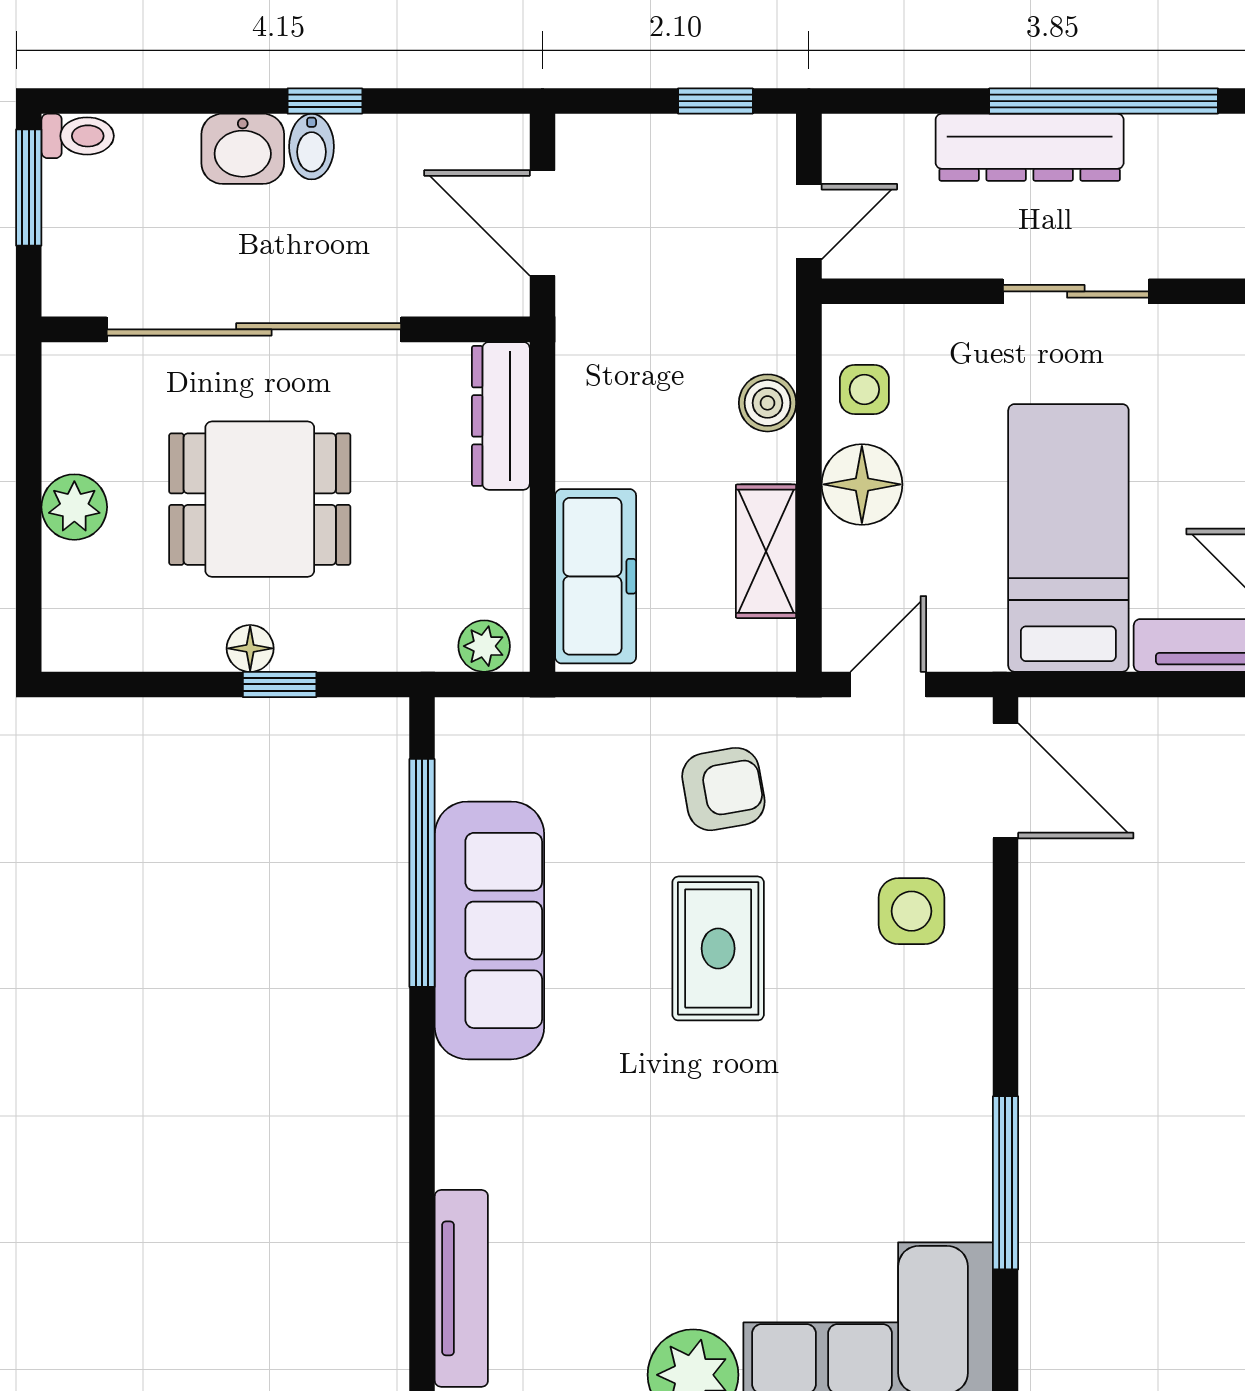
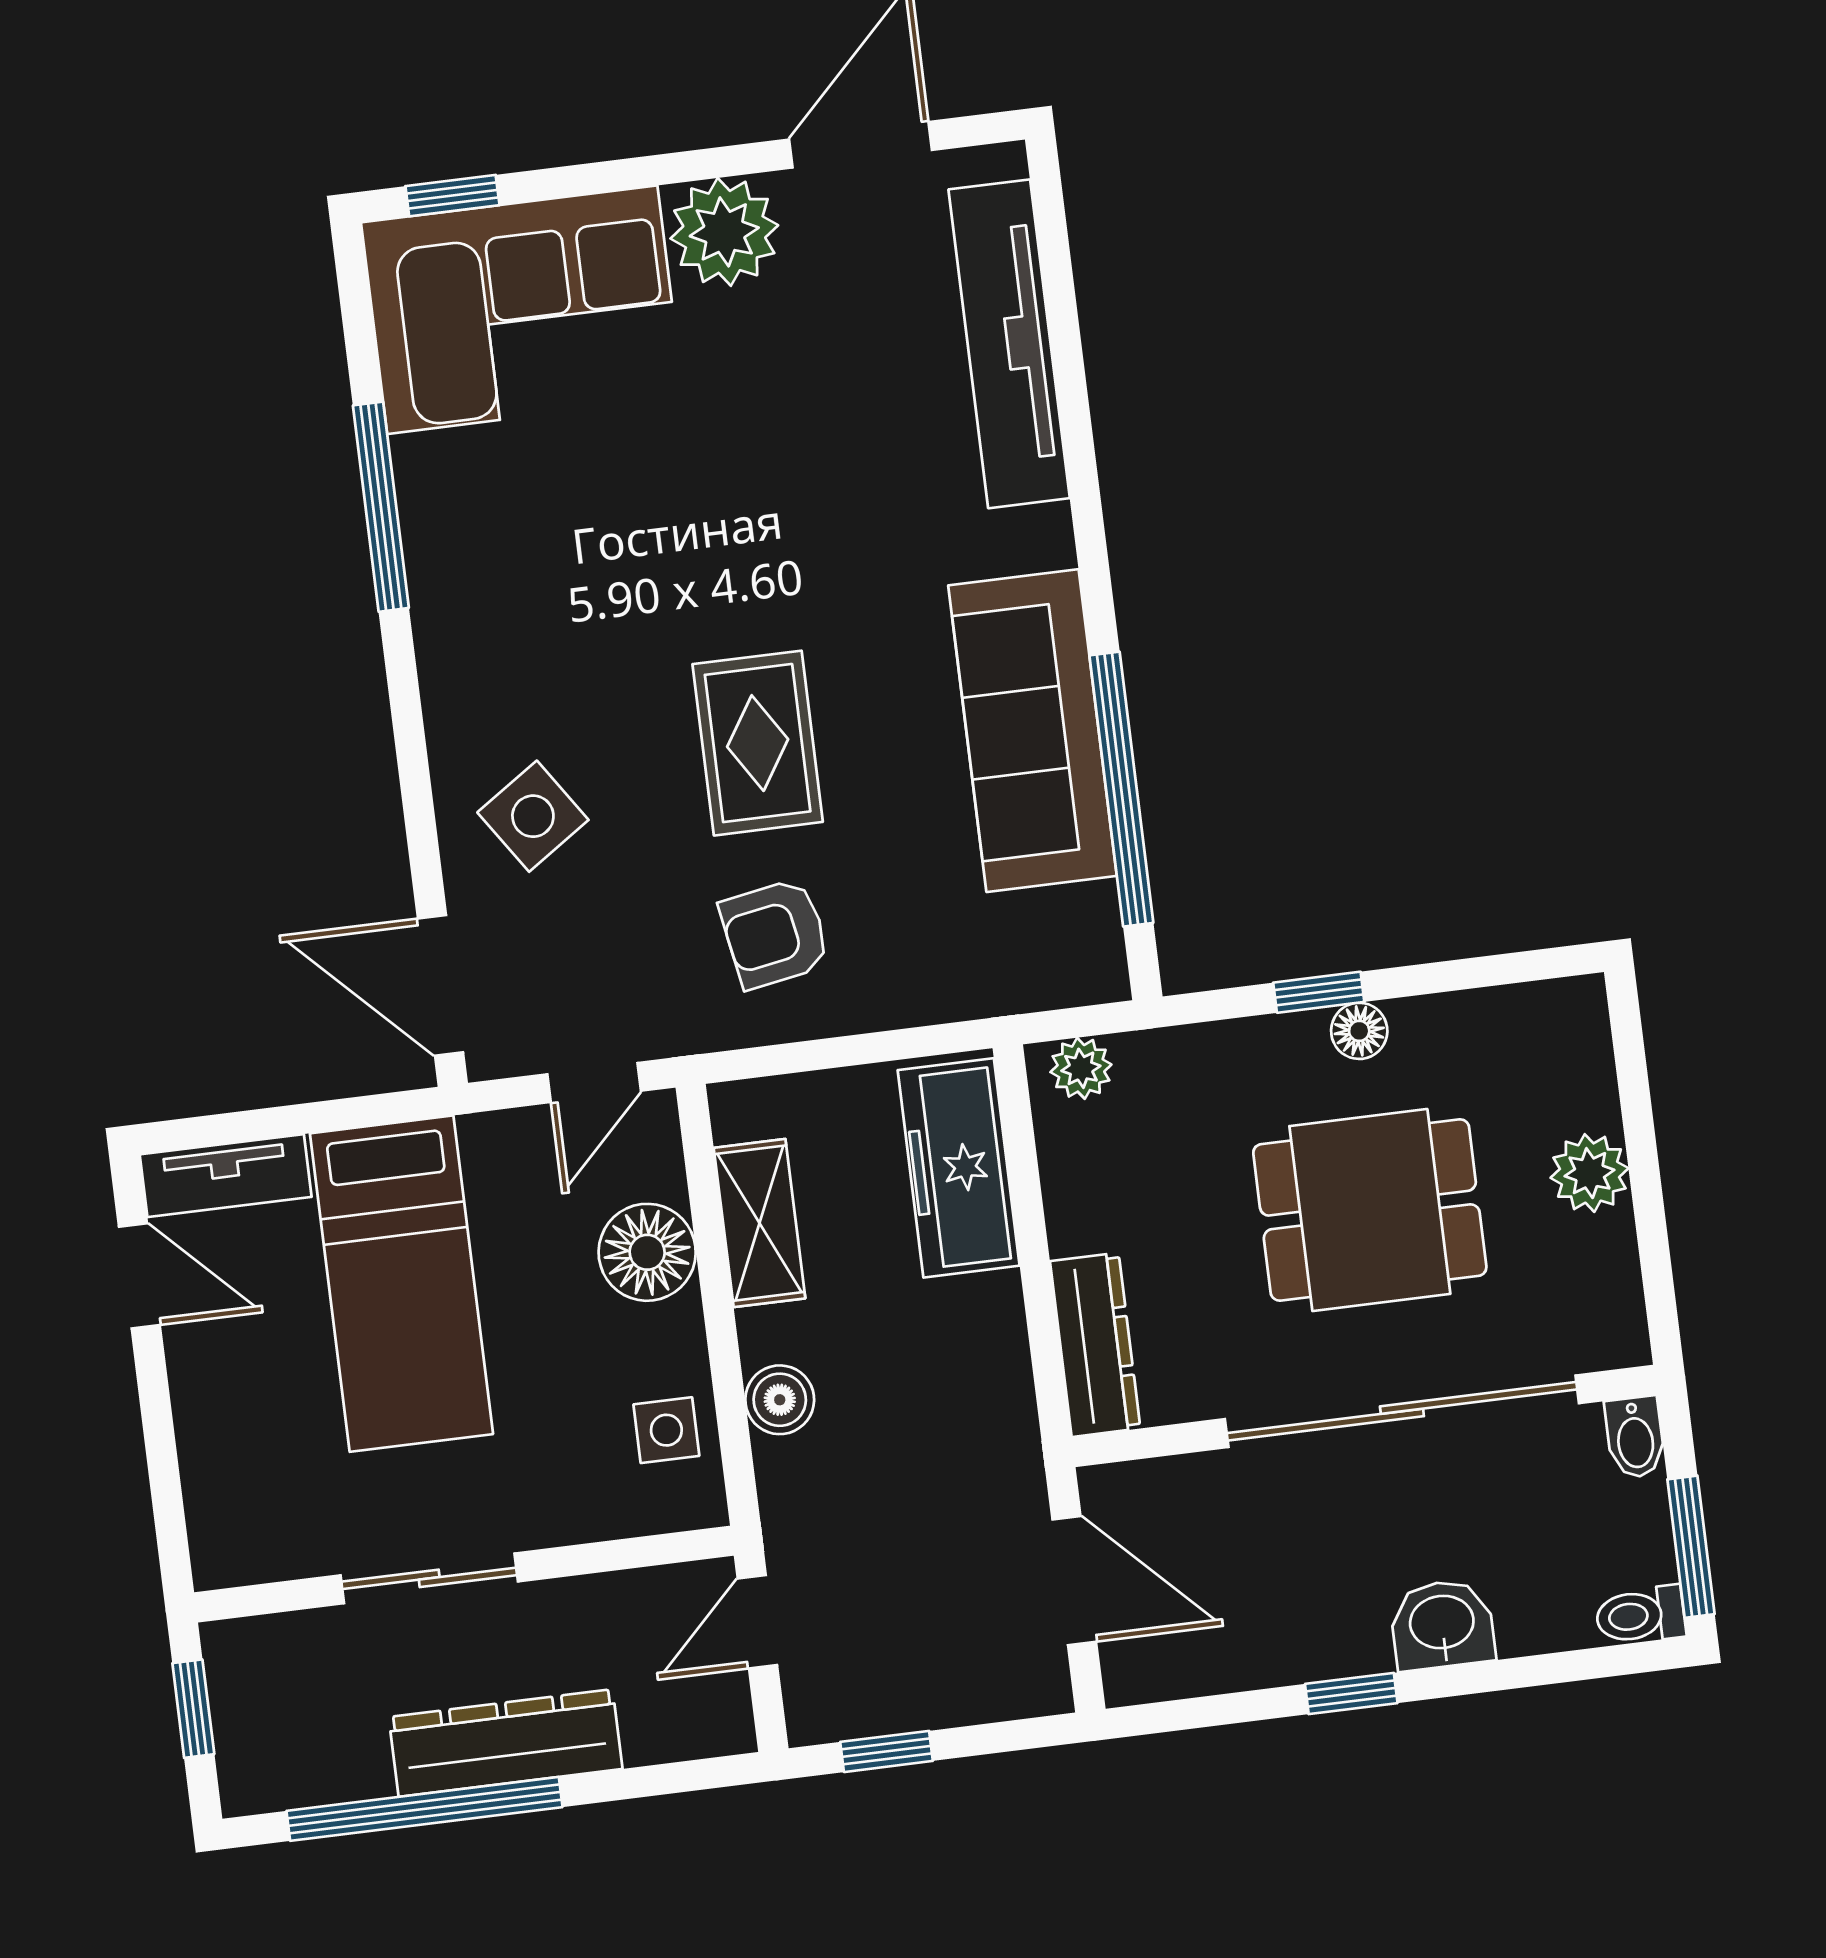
bidet: (312, 147) -> (1635, 1437), moved, turned 180
floor lamp: (862, 484) -> (647, 1252), moved
side table: (912, 911) -> (533, 816), turned -34
tv unit: (461, 1288) -> (1009, 344), width x1.36, depth x1.29

